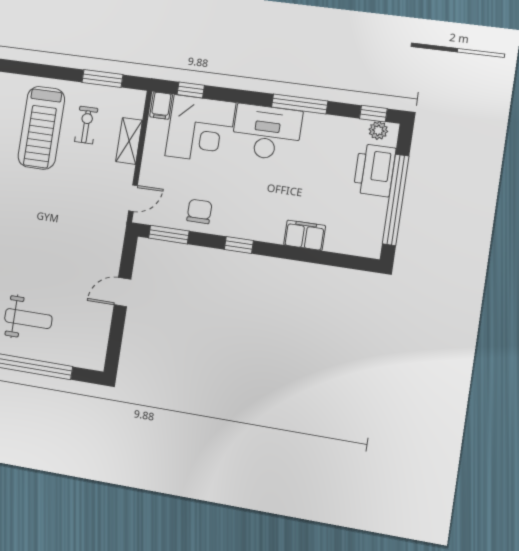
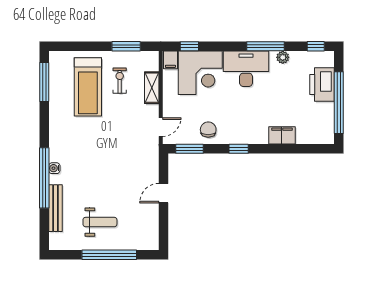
plant: (378, 130) -> (283, 57), moved

